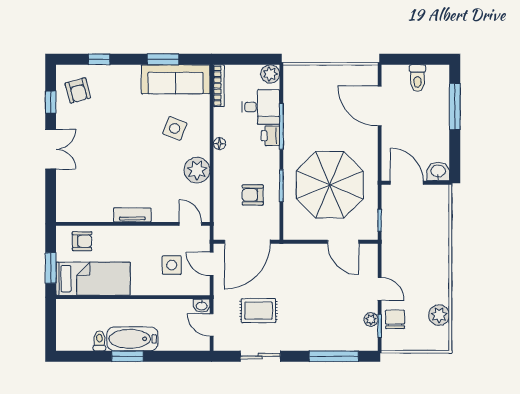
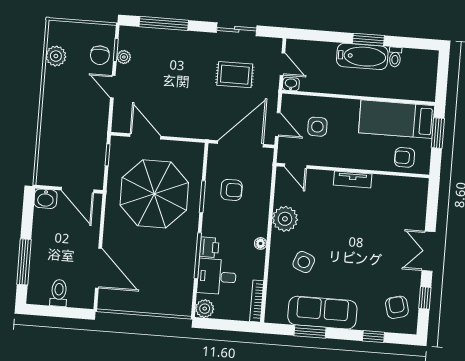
sofa: (176, 79) -> (322, 313), moved

